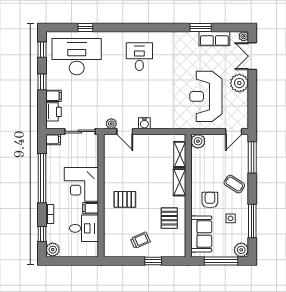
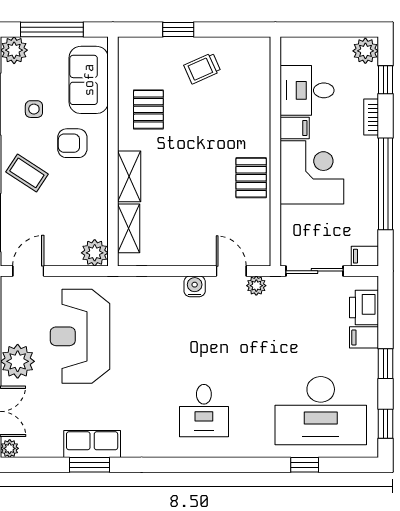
row of seats: (214, 39) -> (92, 444), moved
reception desk: (206, 96) -> (80, 336), turned 180
pallet: (125, 199) -> (251, 178), moved, turned 90
armchair: (210, 200) -> (72, 143), turned 90

